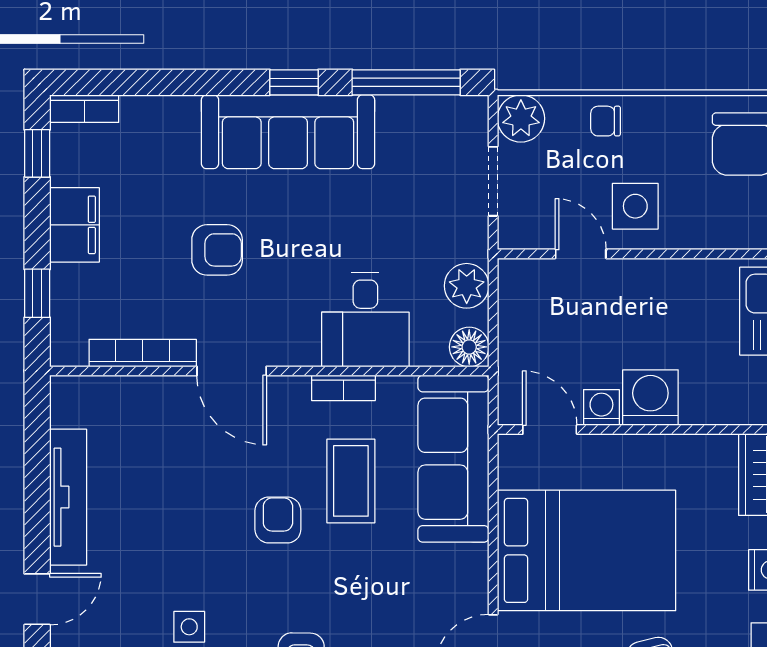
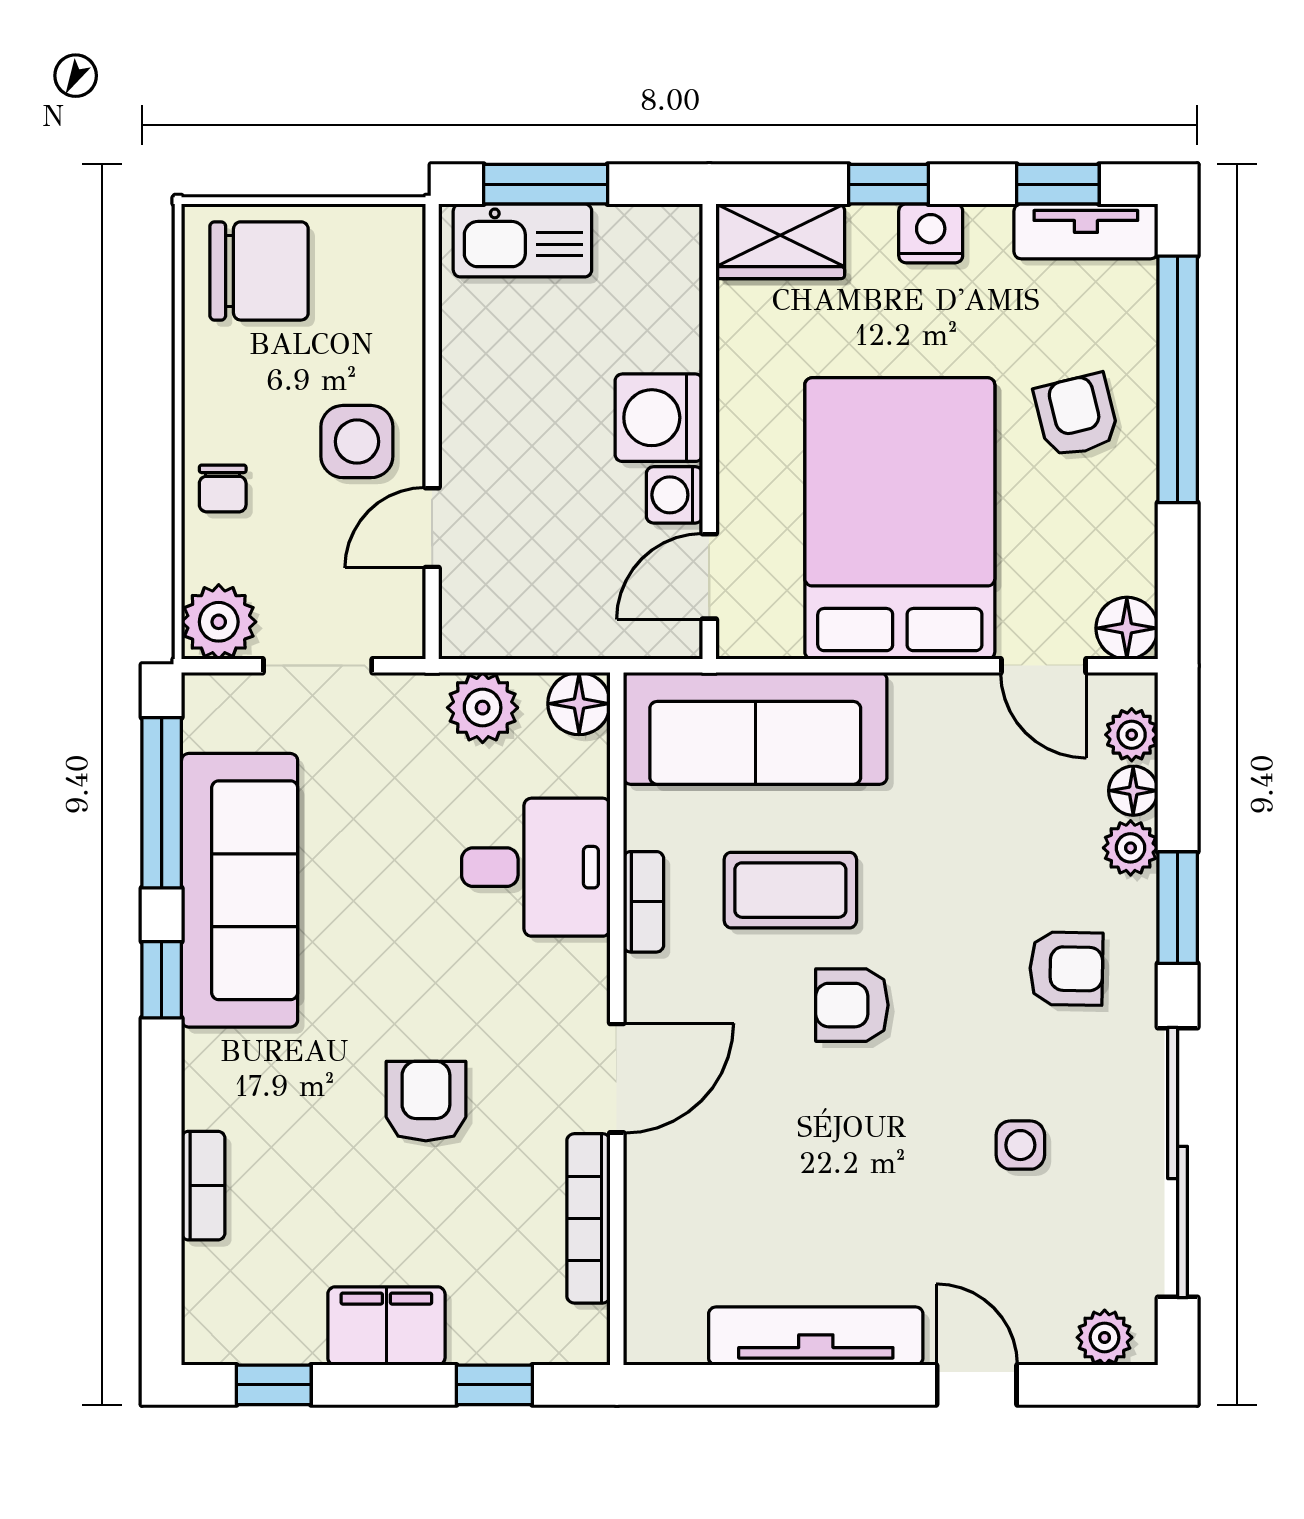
bookcase: (84, 109) -> (203, 1186), moved
sofa: (288, 132) -> (240, 890), moved

